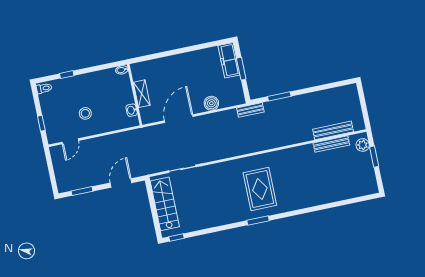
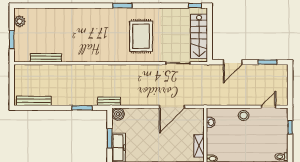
shelving: (142, 94) -> (199, 146), moved
boiler: (211, 103) -> (118, 114), moved
stool: (85, 113) -> (244, 115), moved
bench: (333, 130) -> (34, 101), moved
plant: (363, 145) -> (20, 21), moved
rug: (260, 189) -> (141, 36), moved

